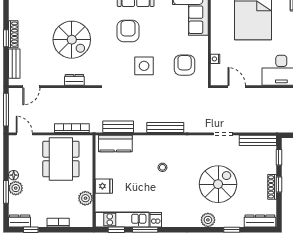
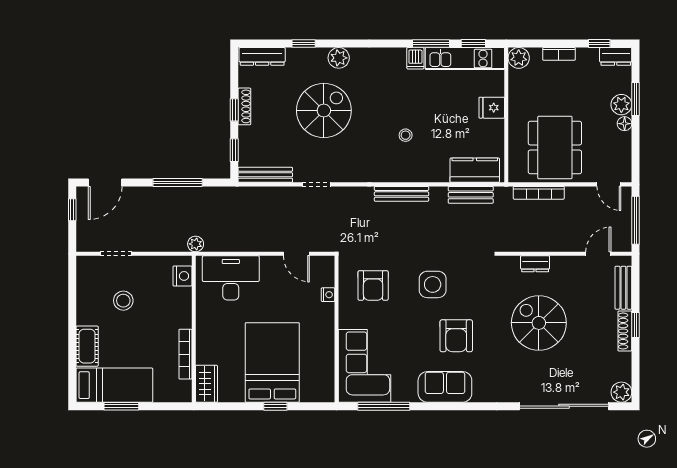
spiral stairs: (218, 184) -> (324, 111), turned 180
plant: (85, 198) -> (519, 58), moved

